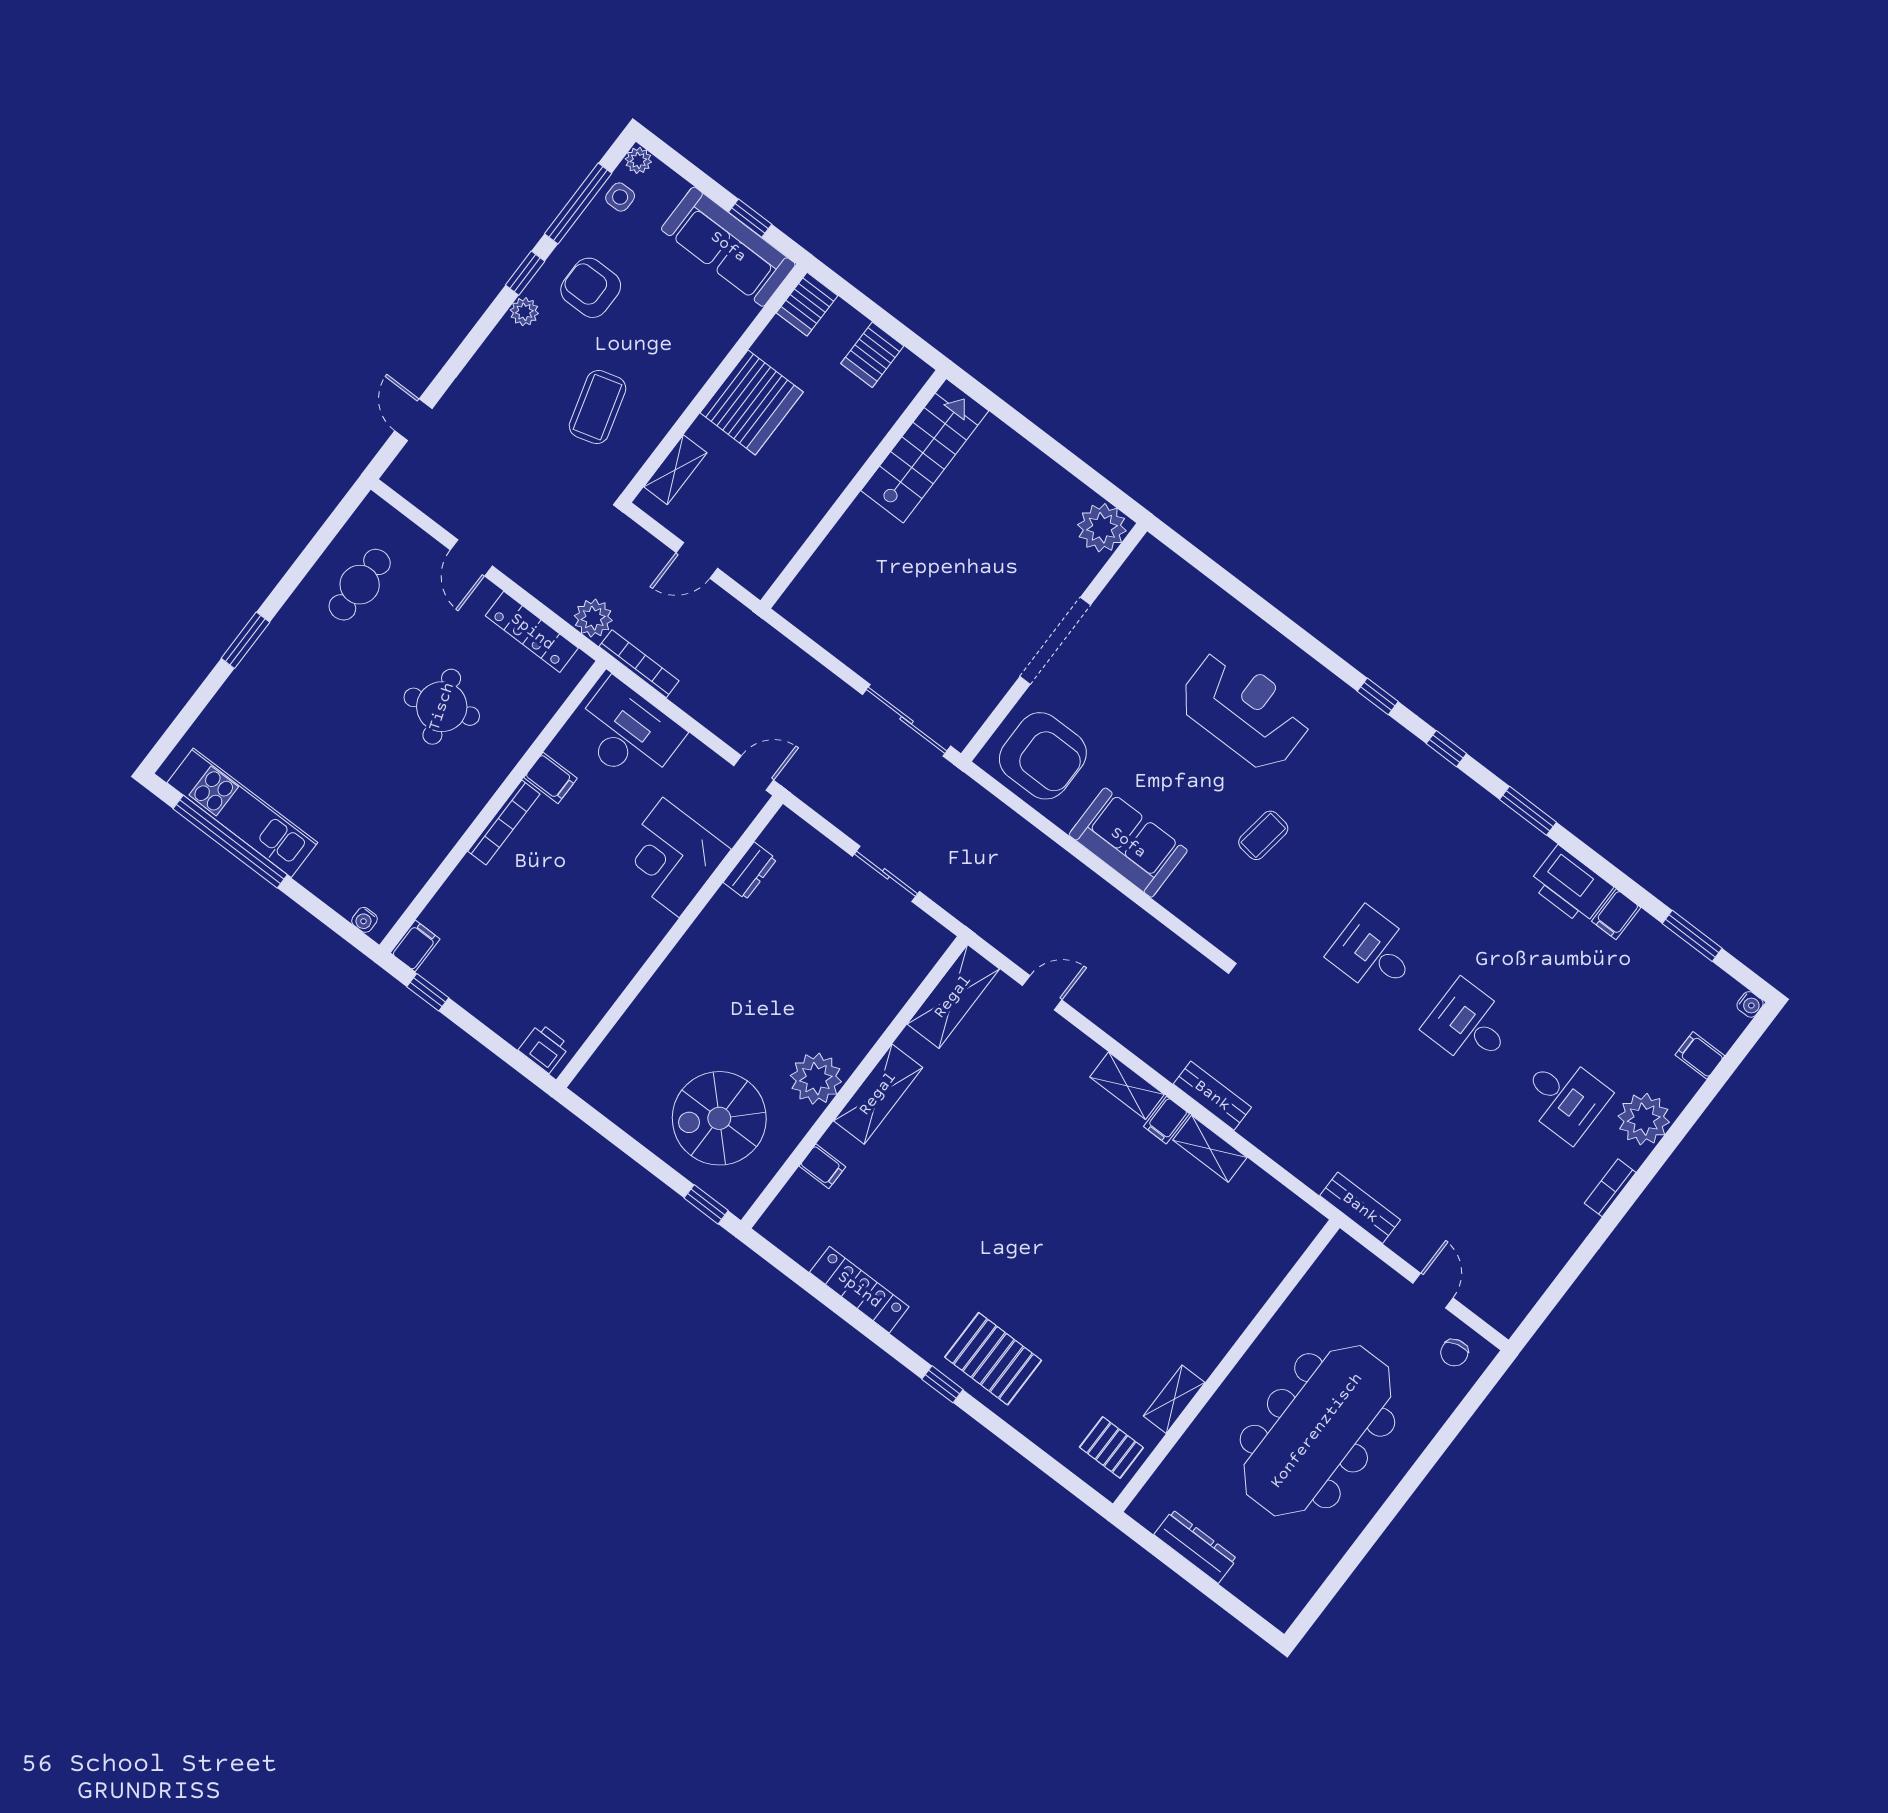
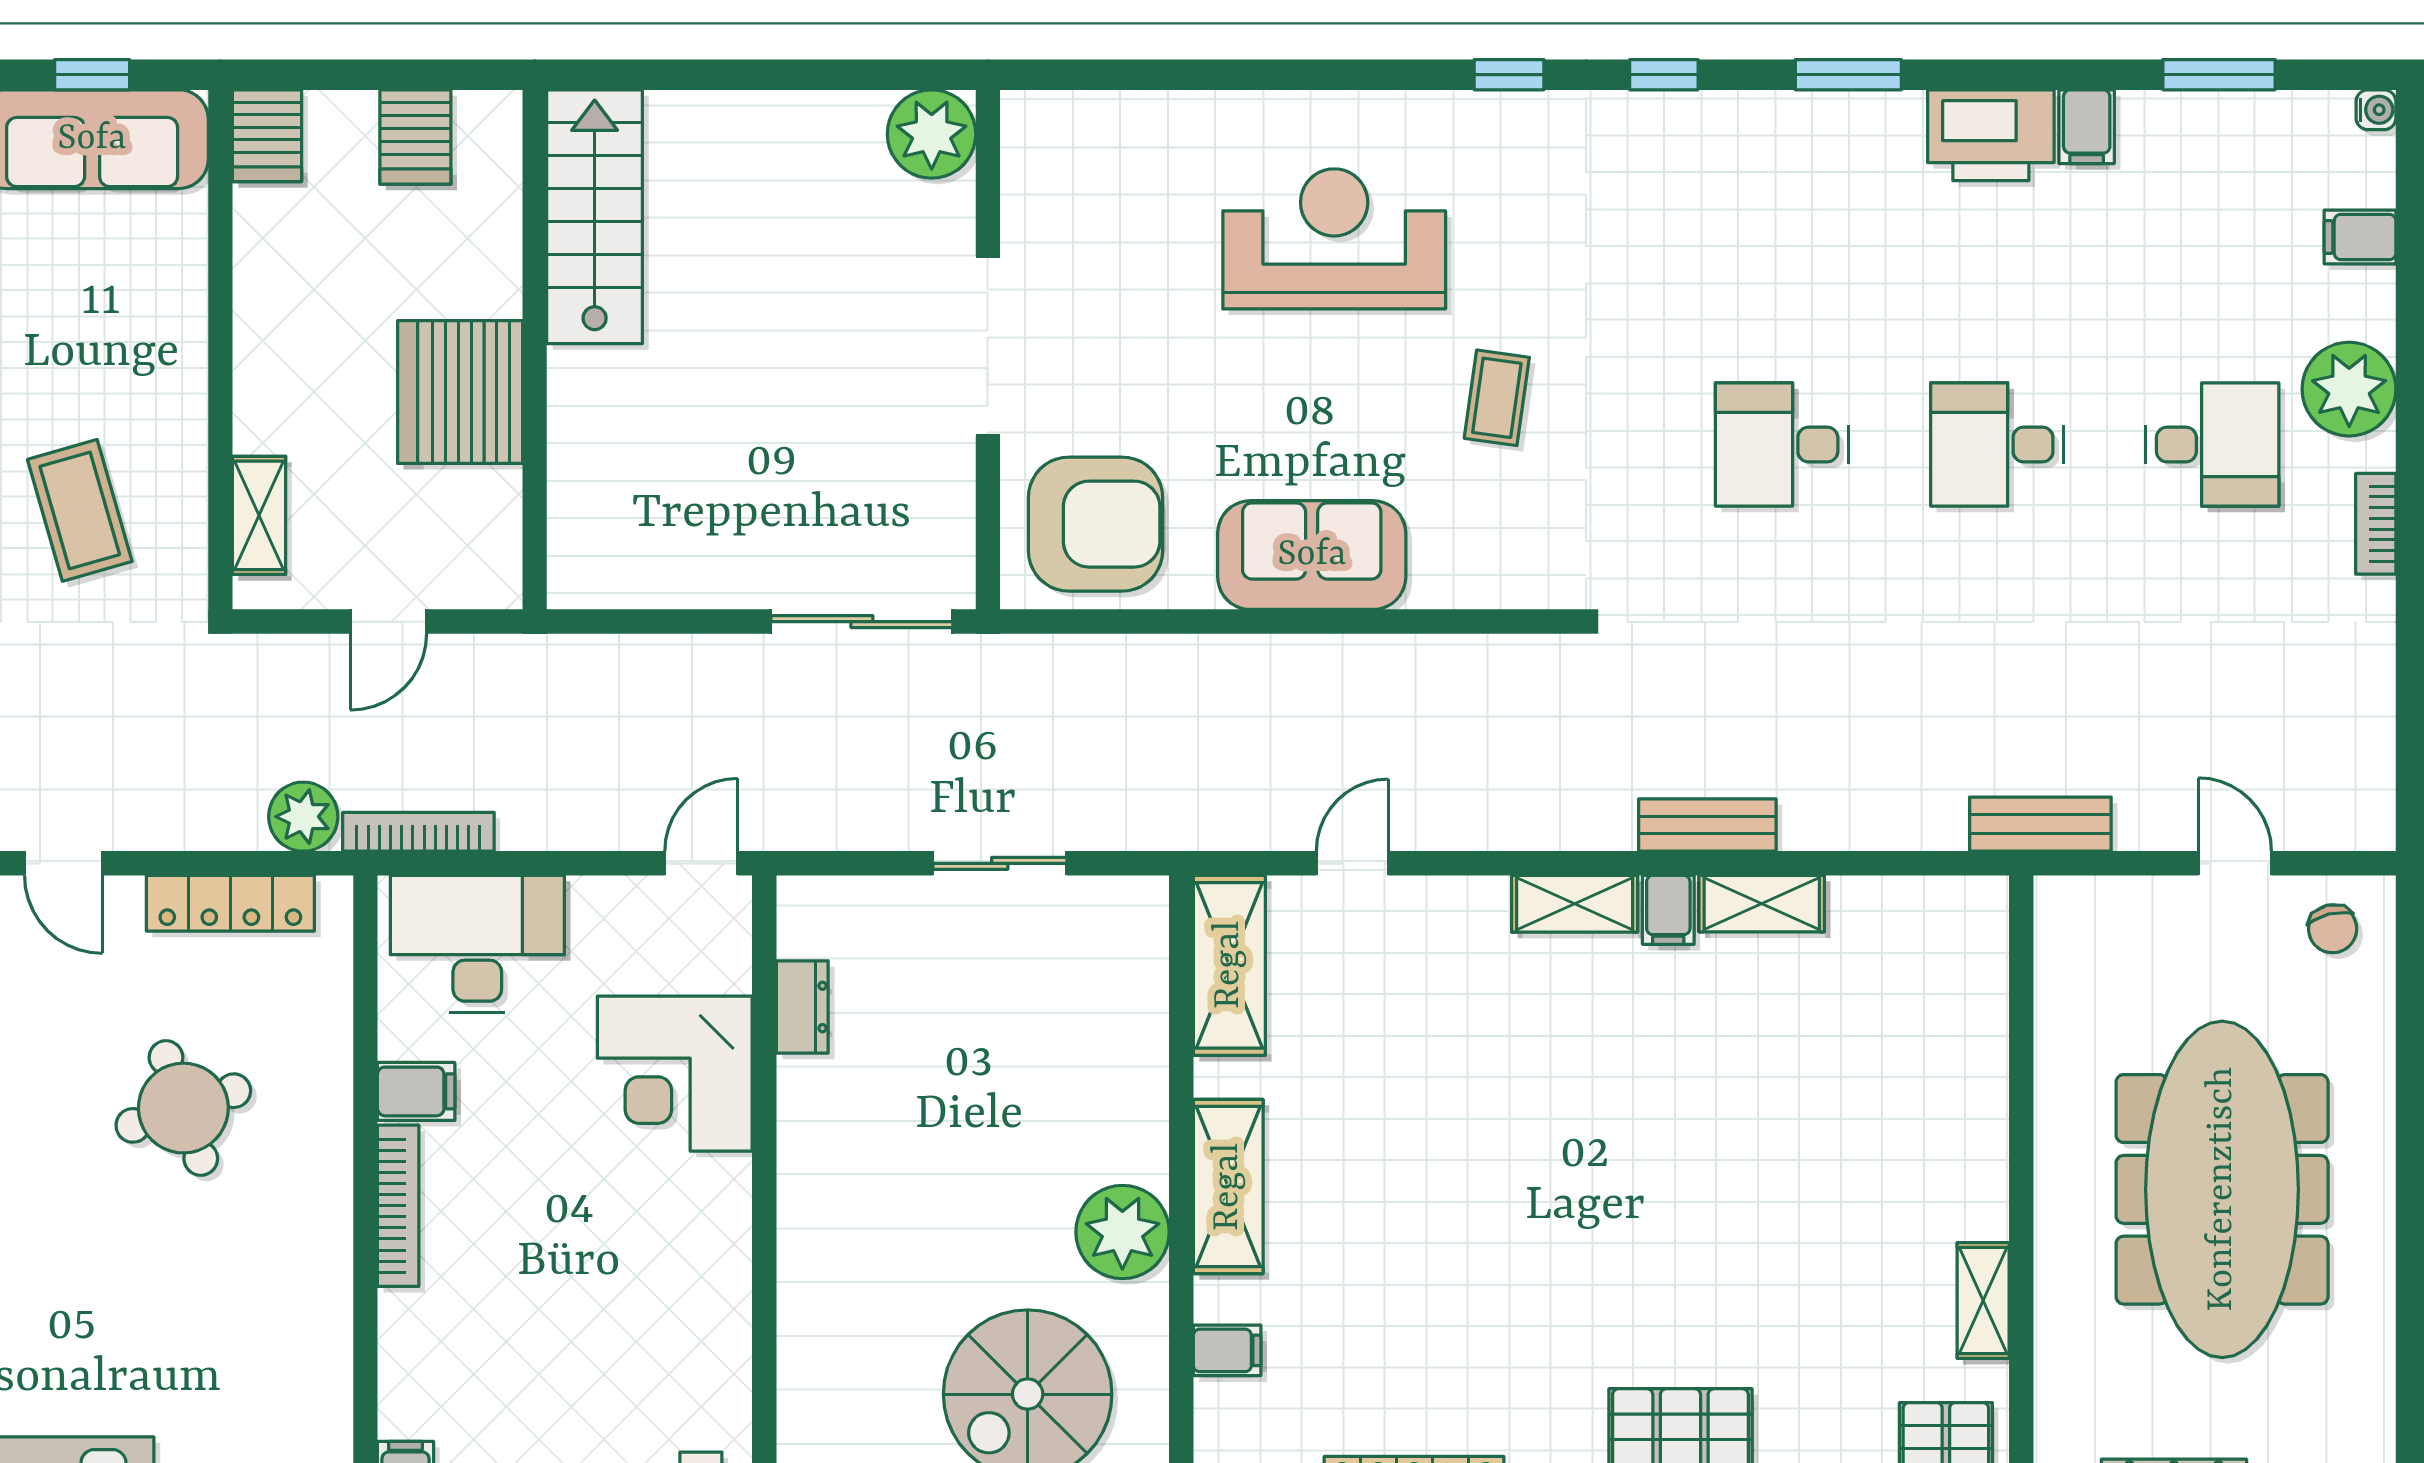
server rack: (752, 402) -> (460, 392), moved, turned 180

